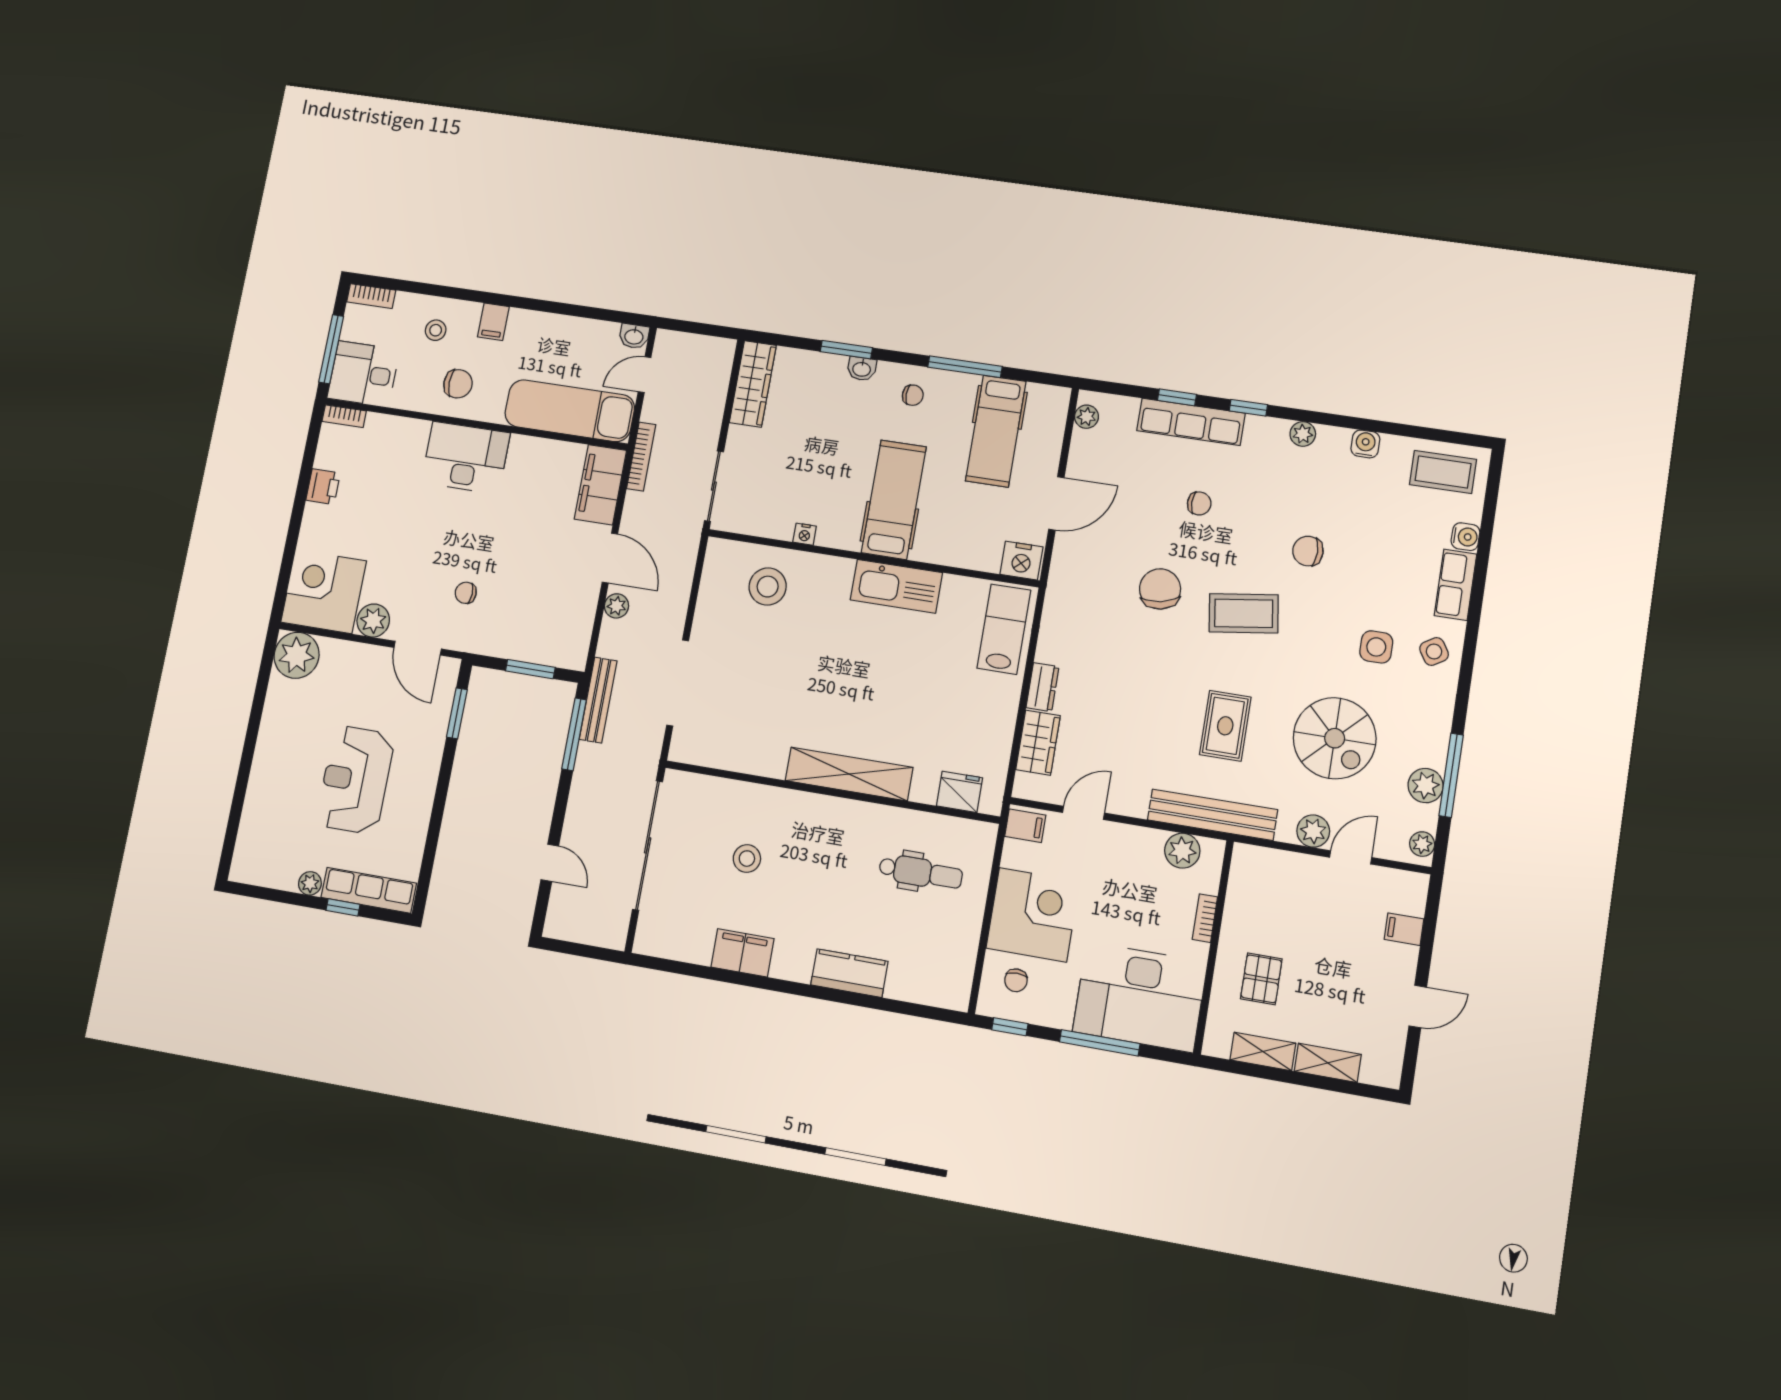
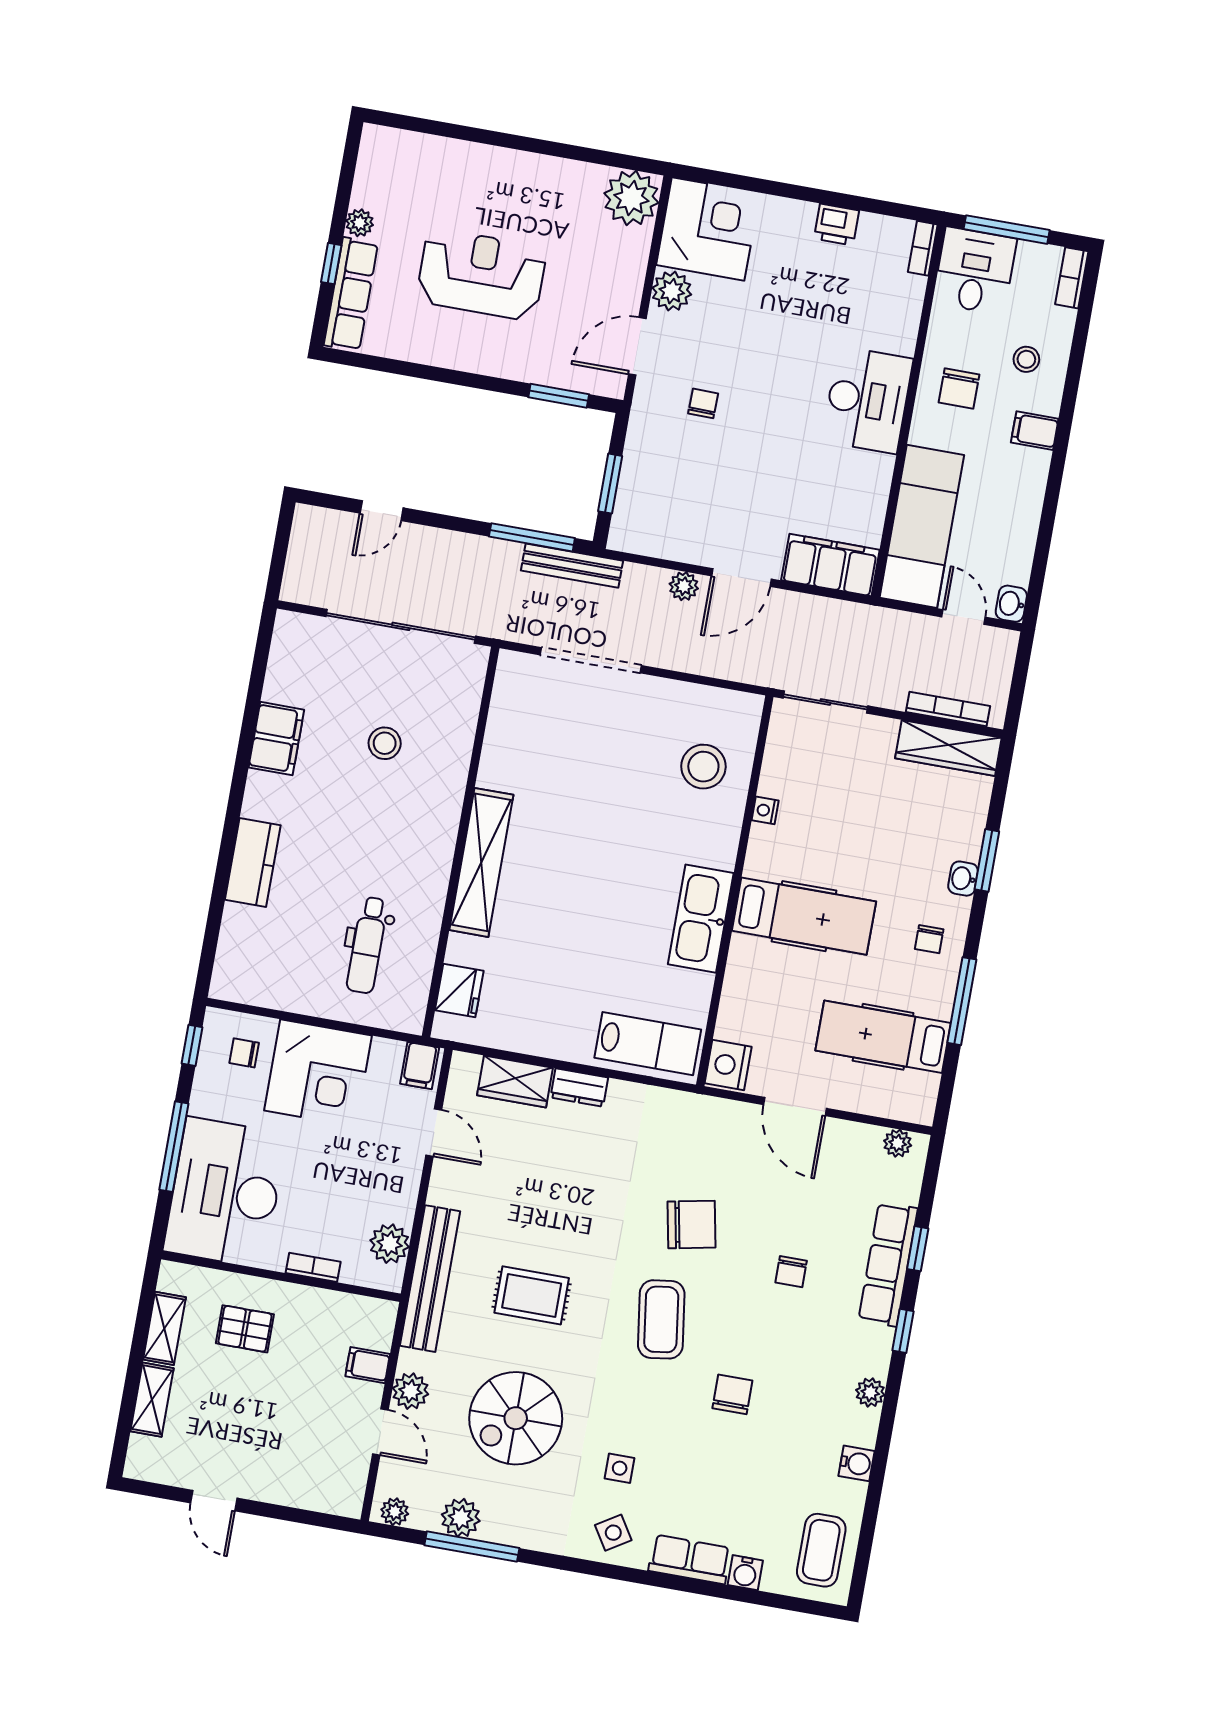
bookcase: (641, 457) -> (948, 709), moved, turned 180
side table: (1376, 647) -> (620, 1468), width x0.73, depth x0.73
filing cabinet: (1404, 929) -> (368, 1365), moved, turned -90

